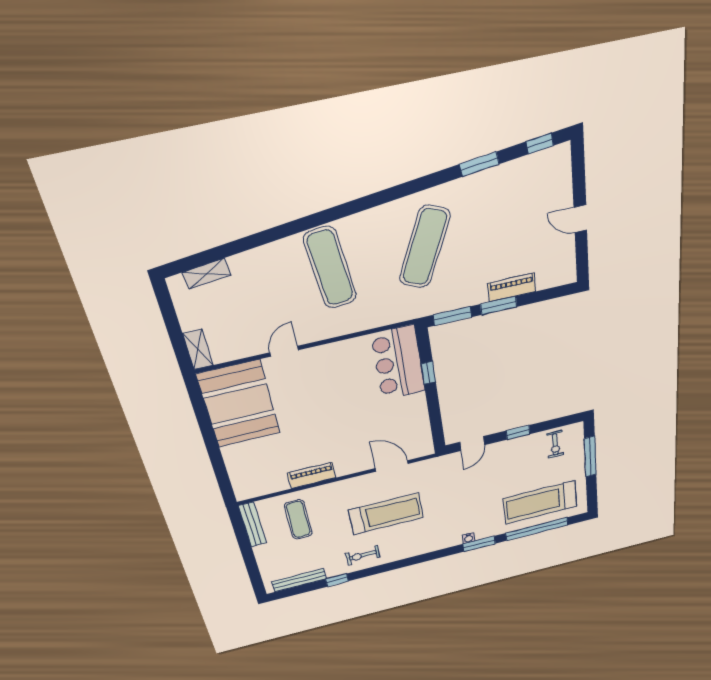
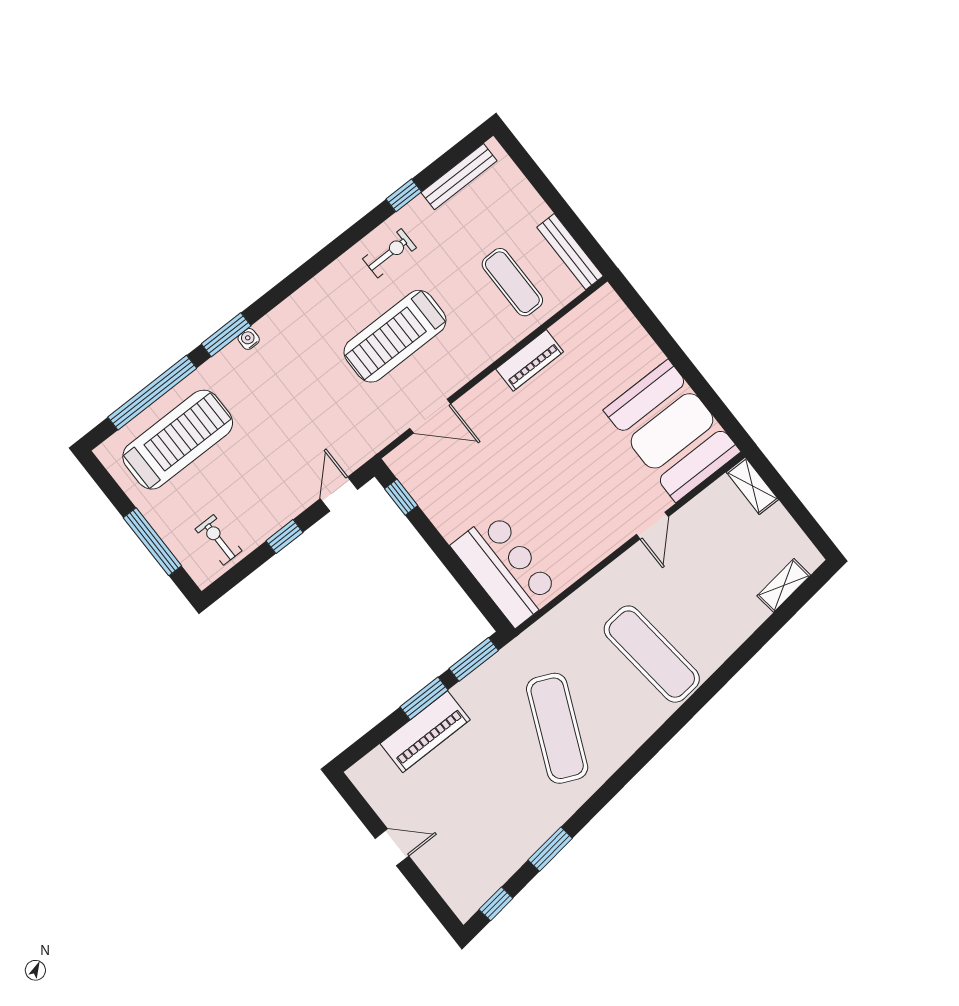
piano: (512, 287) -> (425, 732), width x1.37, depth x1.33
window: (428, 373) -> (401, 497), moved

